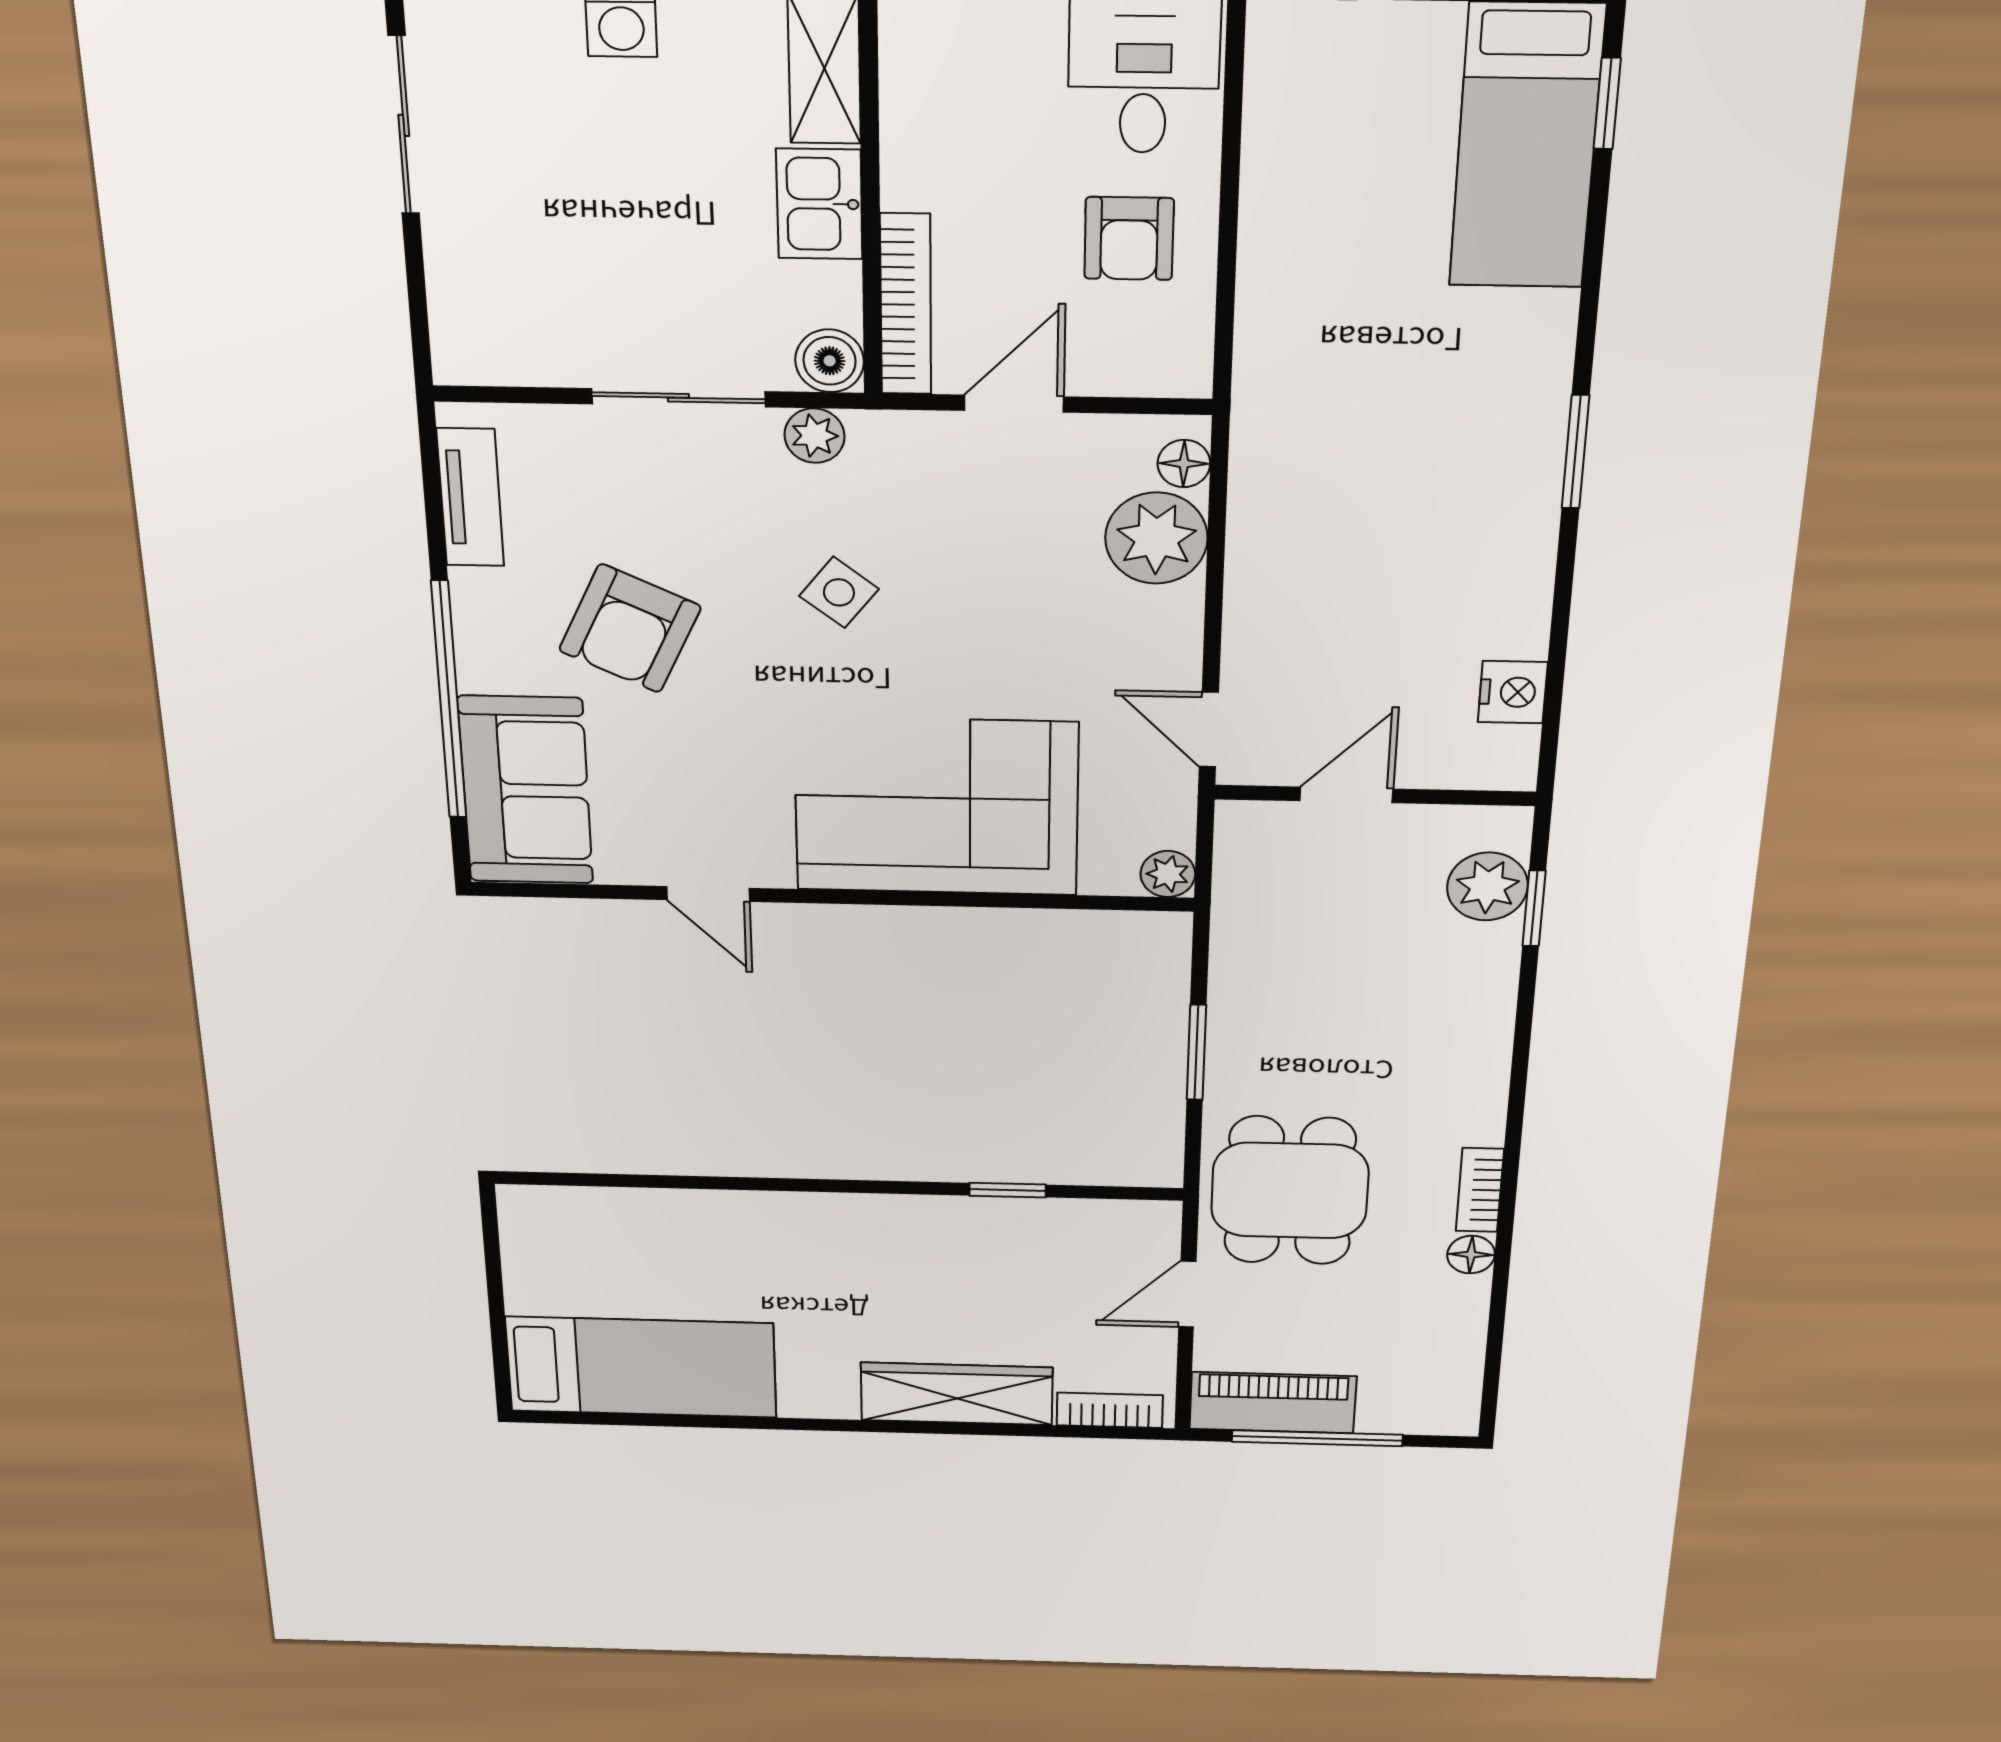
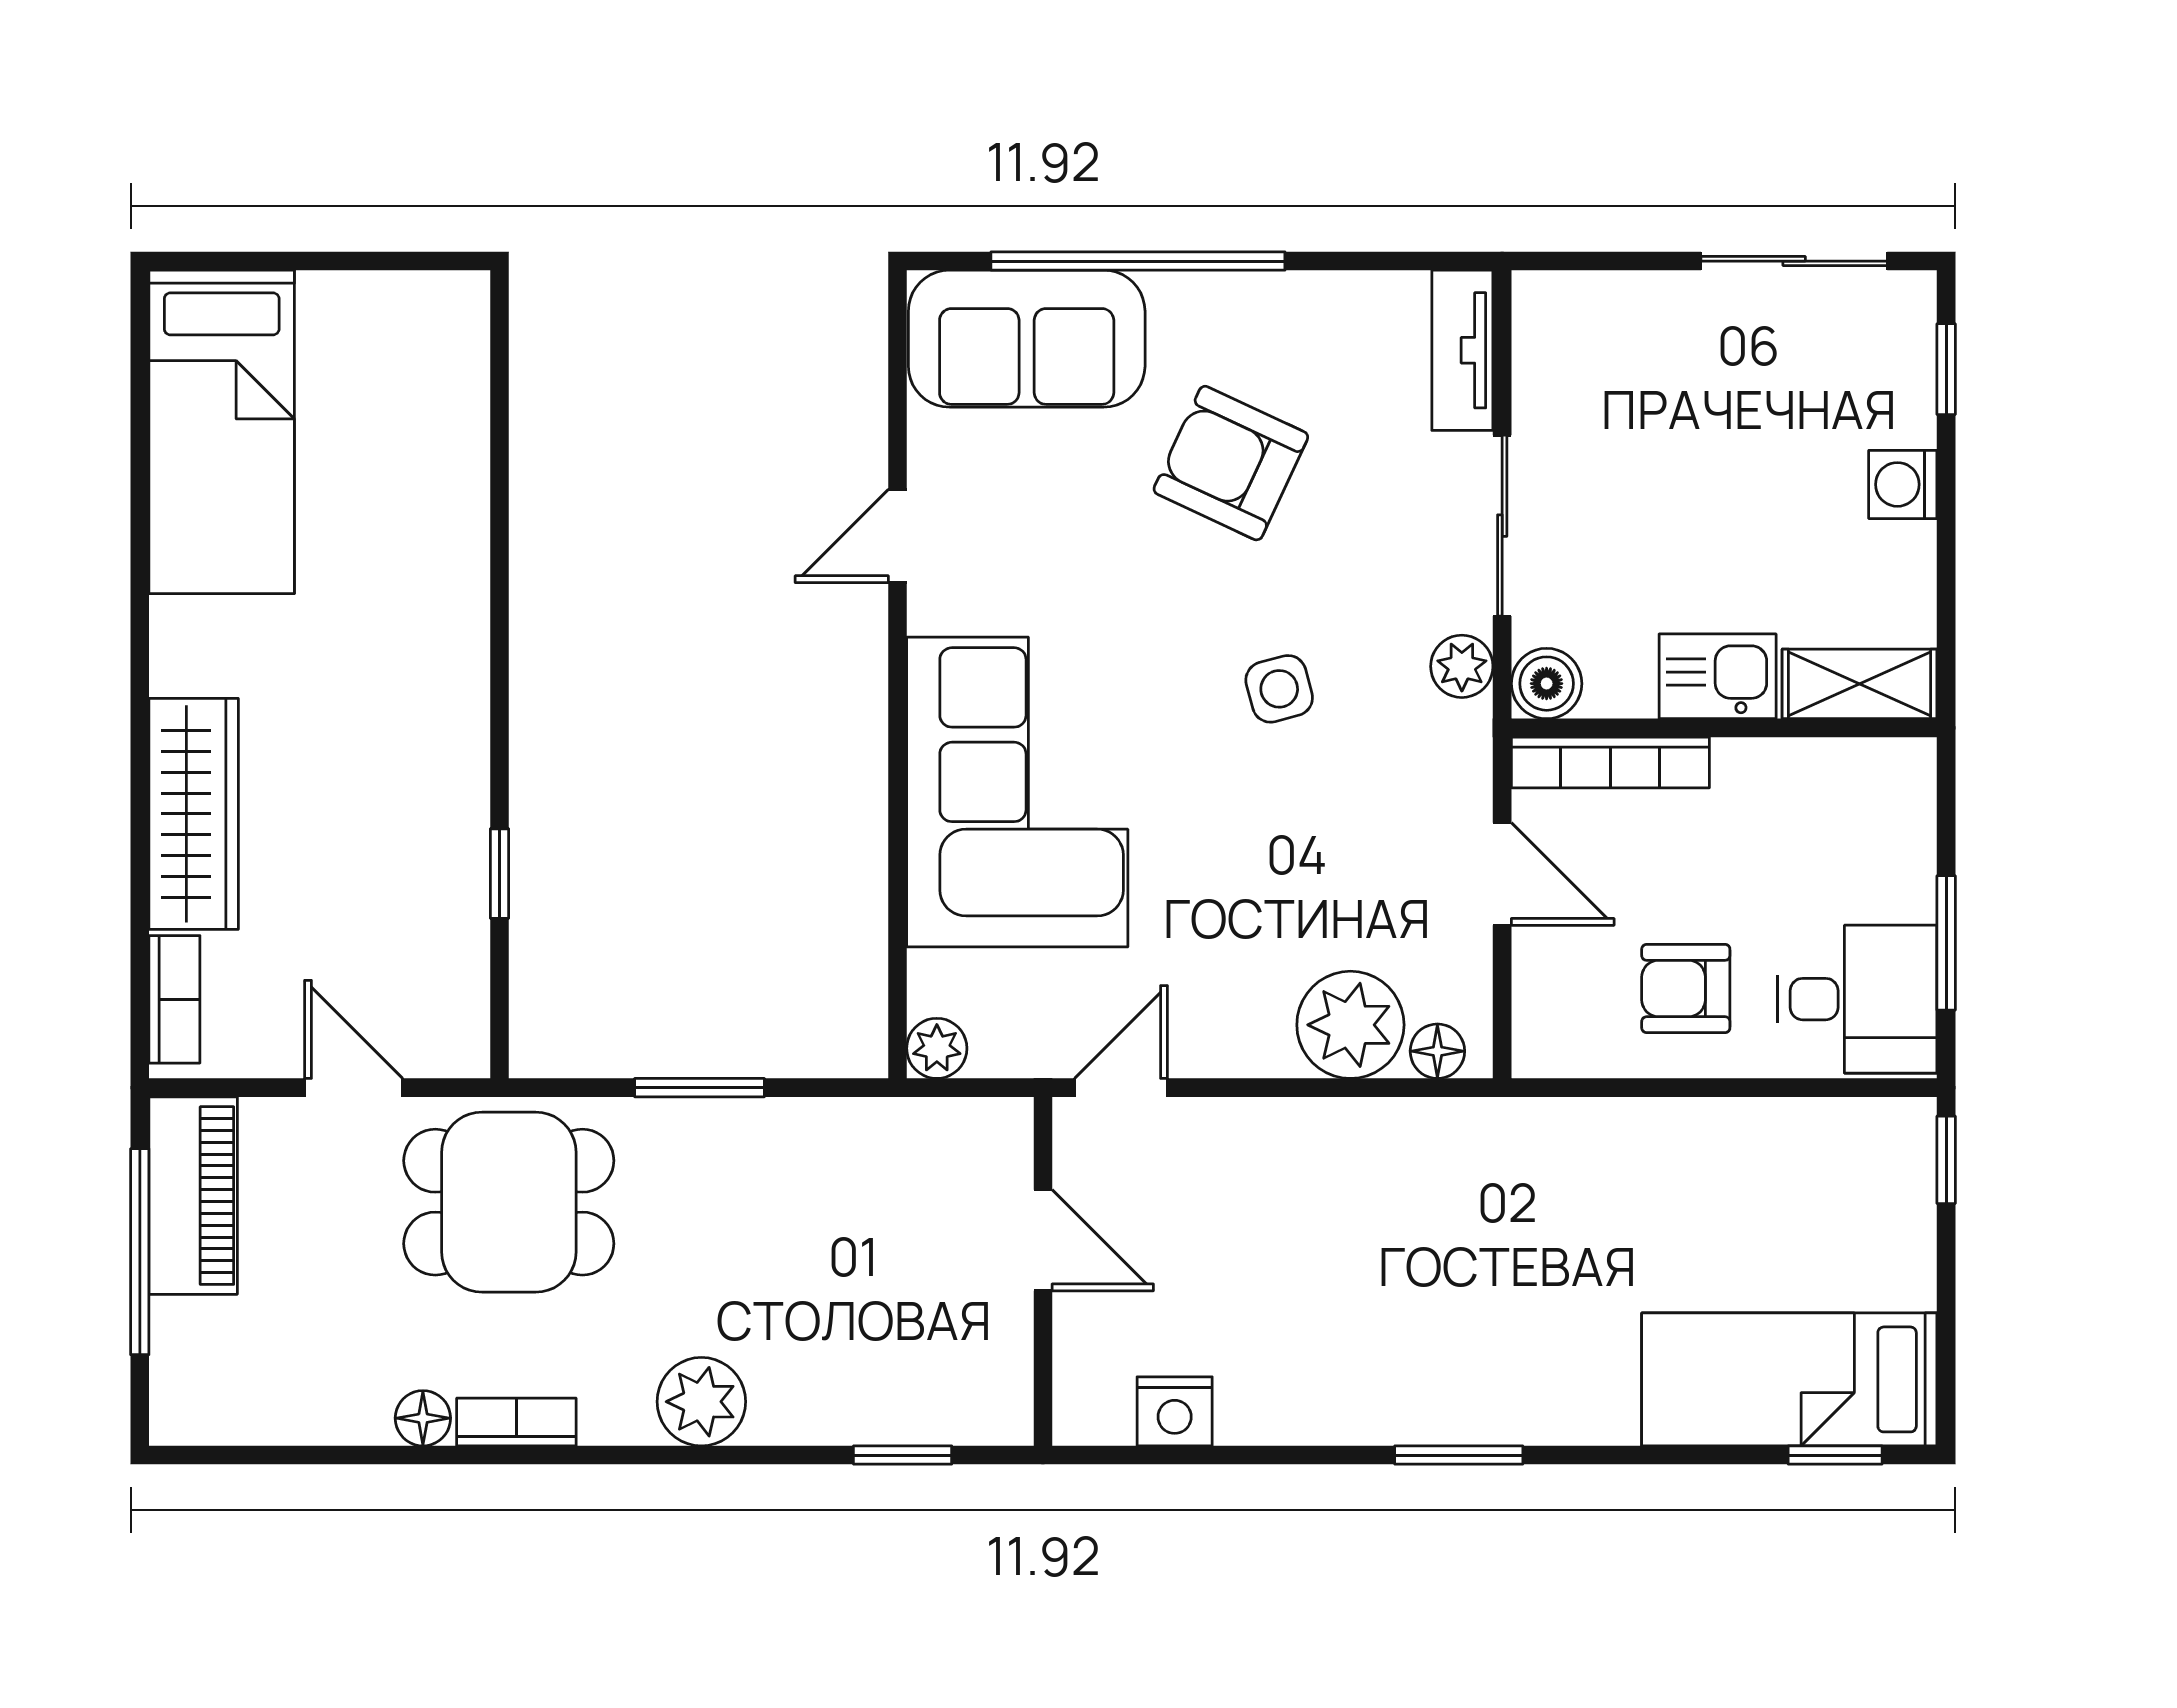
tv unit: (470, 498) -> (1462, 350), moved, turned 90
side table: (839, 592) -> (1279, 689), turned 37
plant: (1487, 886) -> (701, 1402), moved

